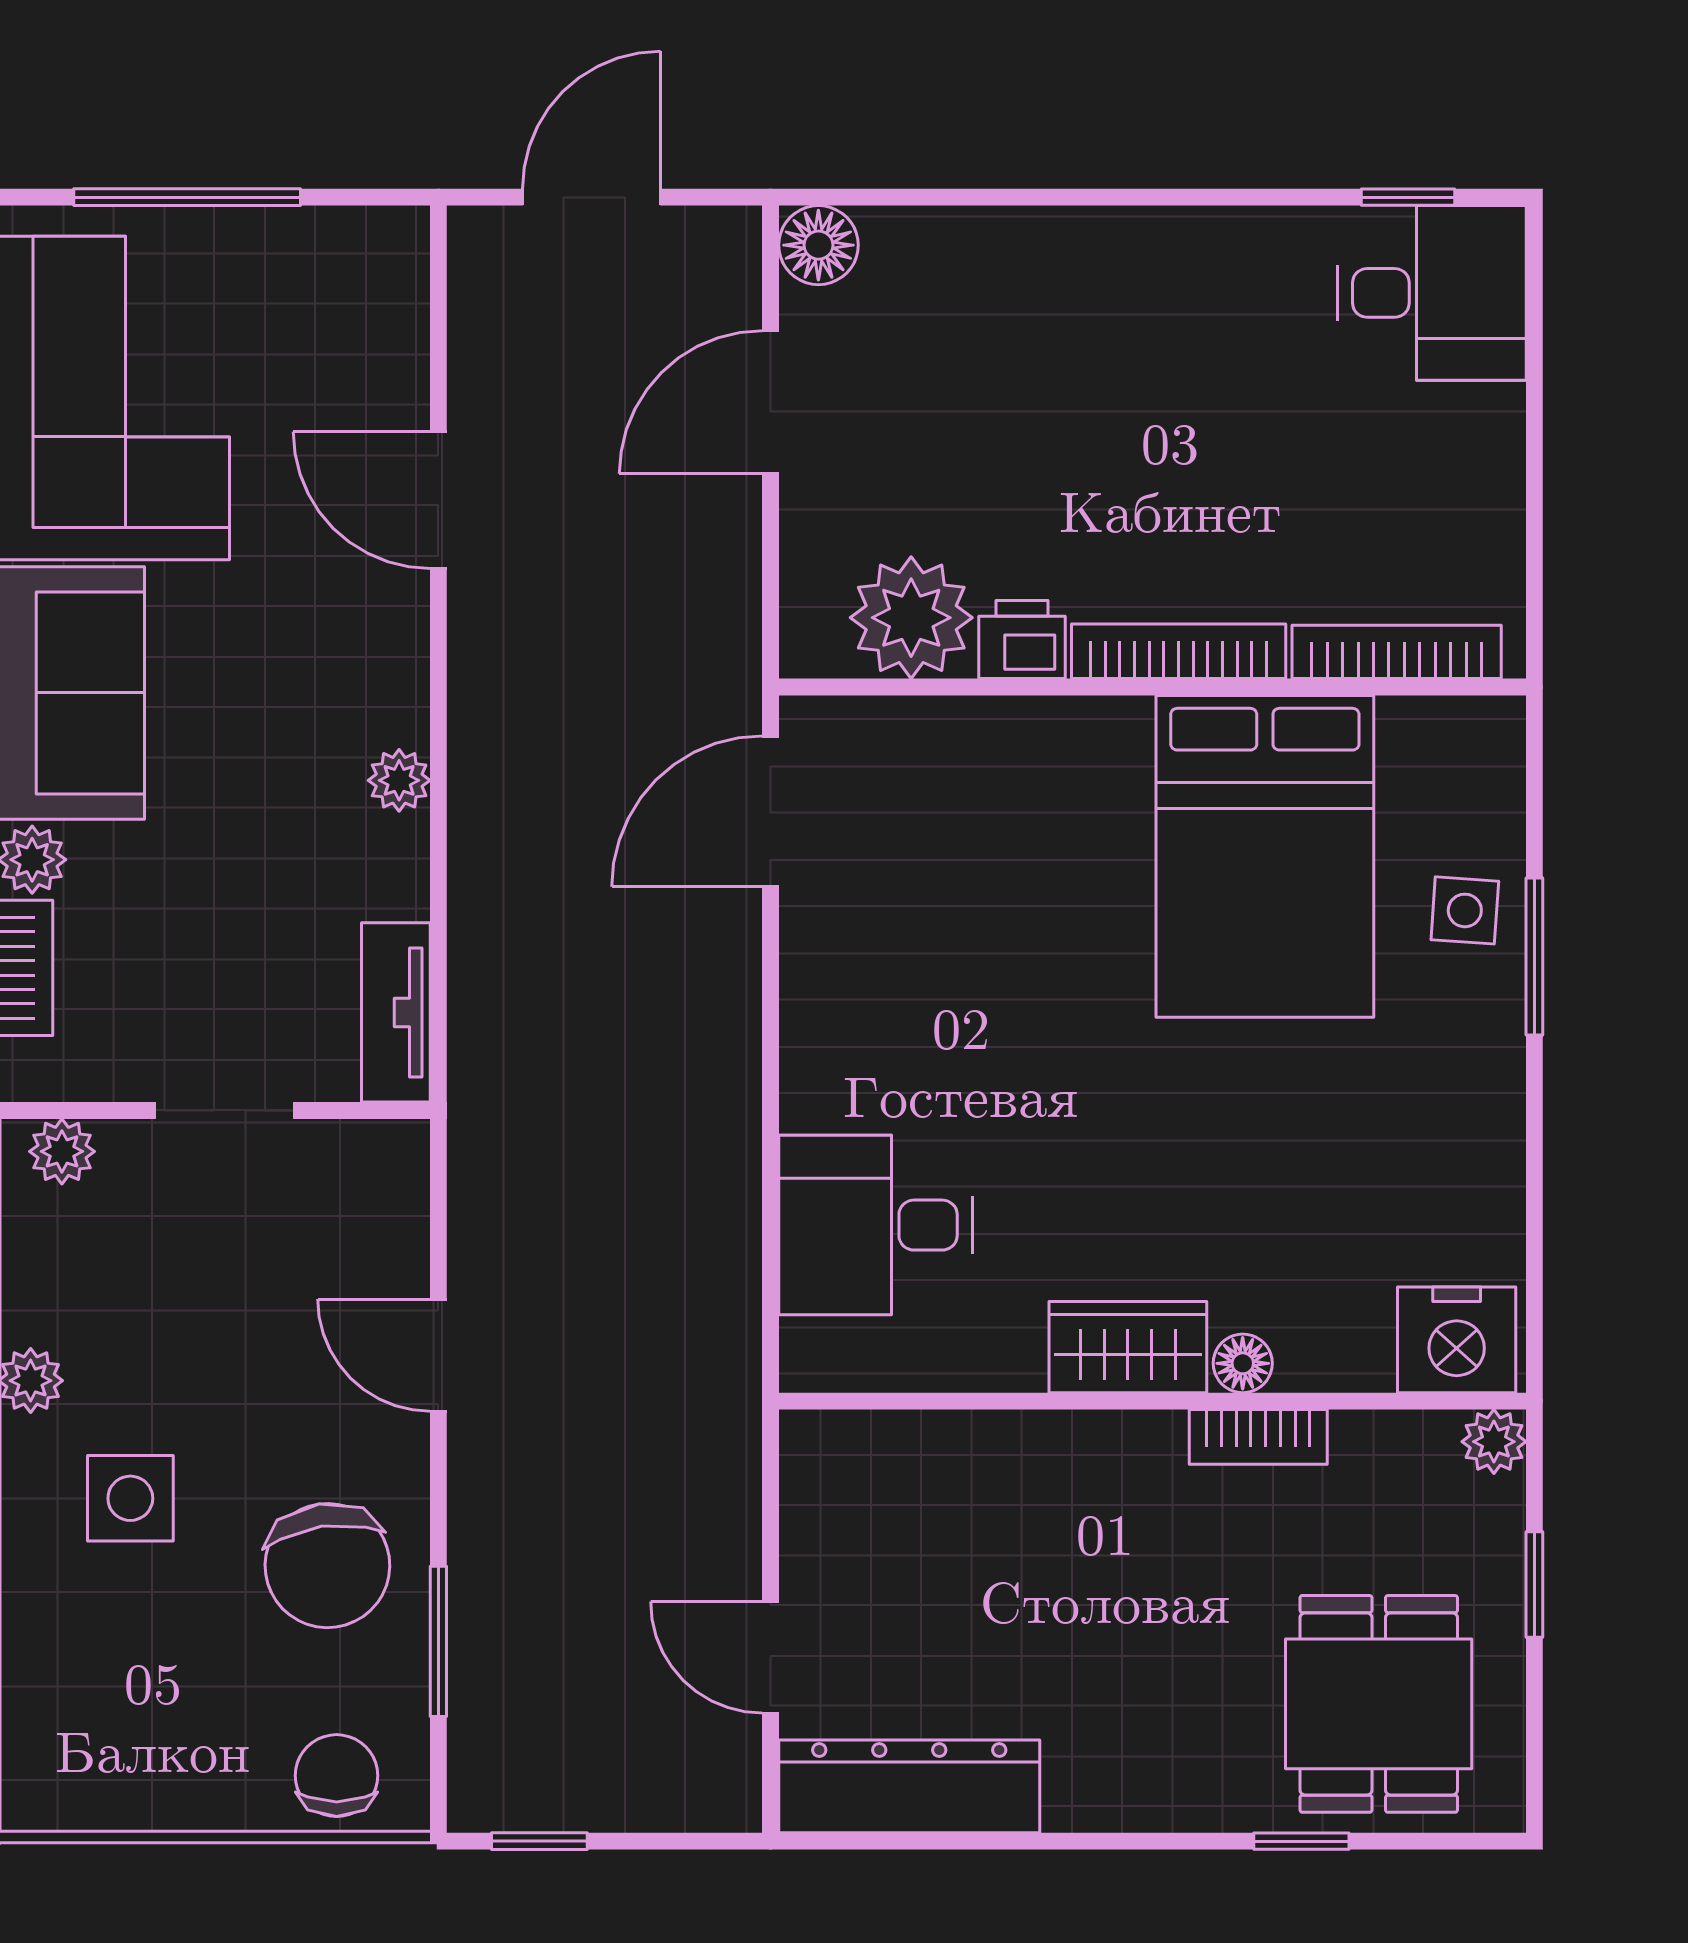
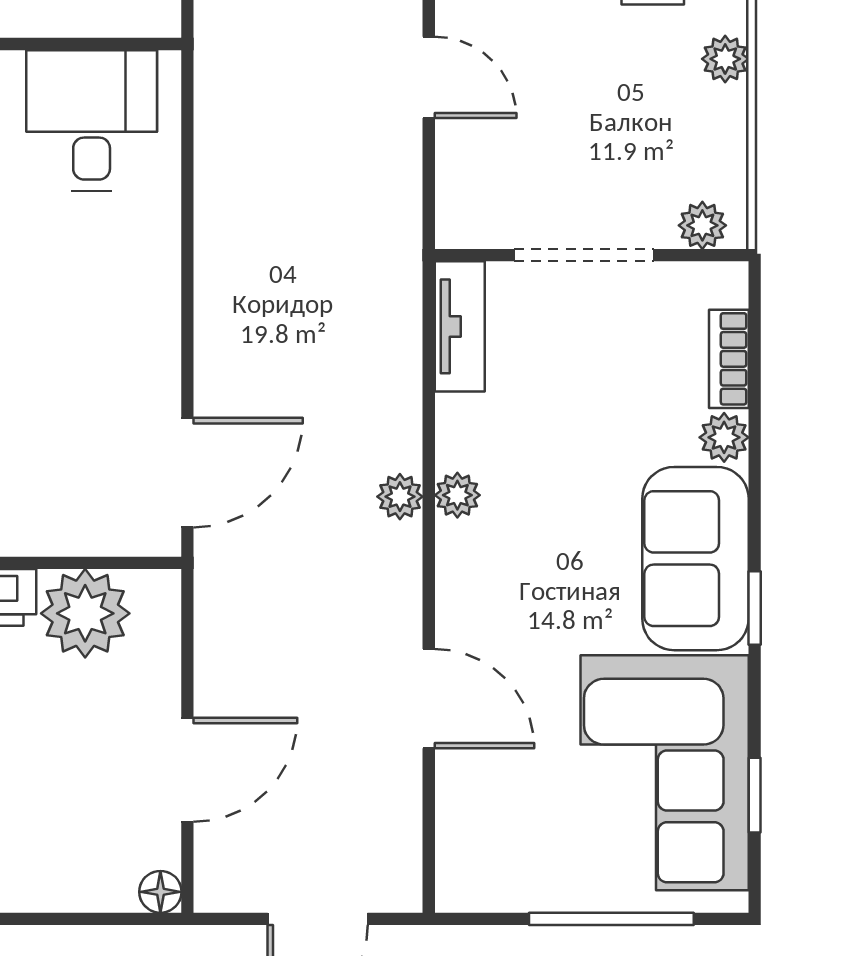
floor lamp: (818, 245) -> (160, 892), width x0.73, depth x0.73
plant: (478, 778) -> (400, 497), added
doorway: (225, 1110) -> (584, 255), width x1.38
desk: (876, 1225) -> (92, 120), moved, turned -90

